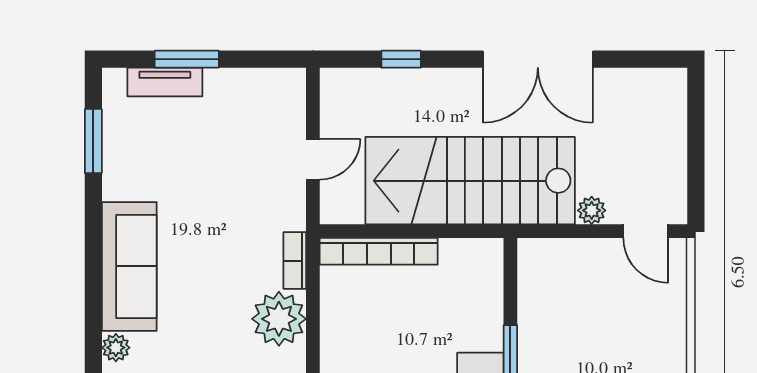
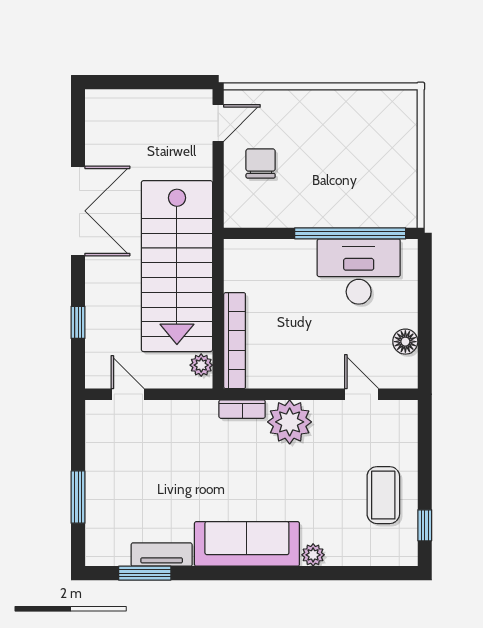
tv unit: (165, 82) -> (162, 555), moved, turned -90
door: (313, 159) -> (128, 394), moved
plant: (592, 210) -> (201, 365), moved
chair: (596, 283) -> (261, 163), added

